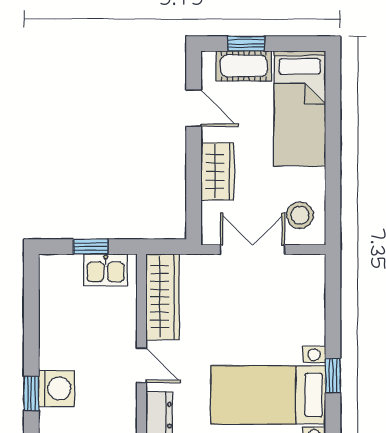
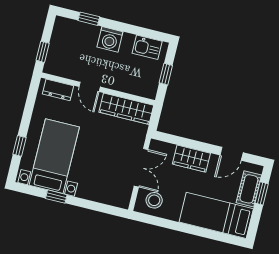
kitchen sink: (106, 270) -> (147, 47), moved, turned -90
door: (142, 365) -> (90, 87), hinge flipped
washing machine: (56, 388) -> (110, 39), moved

